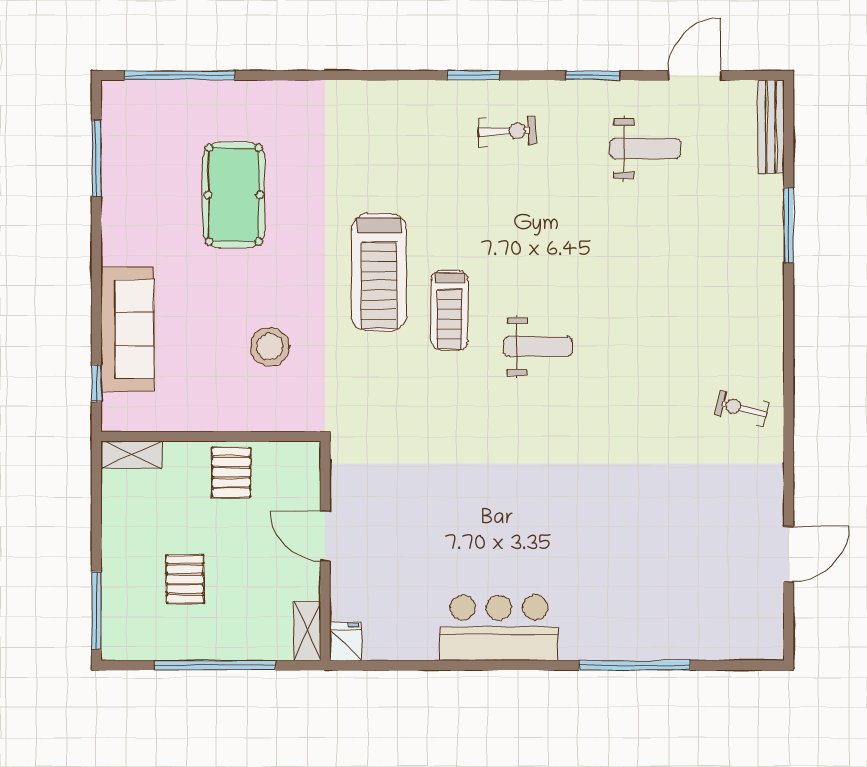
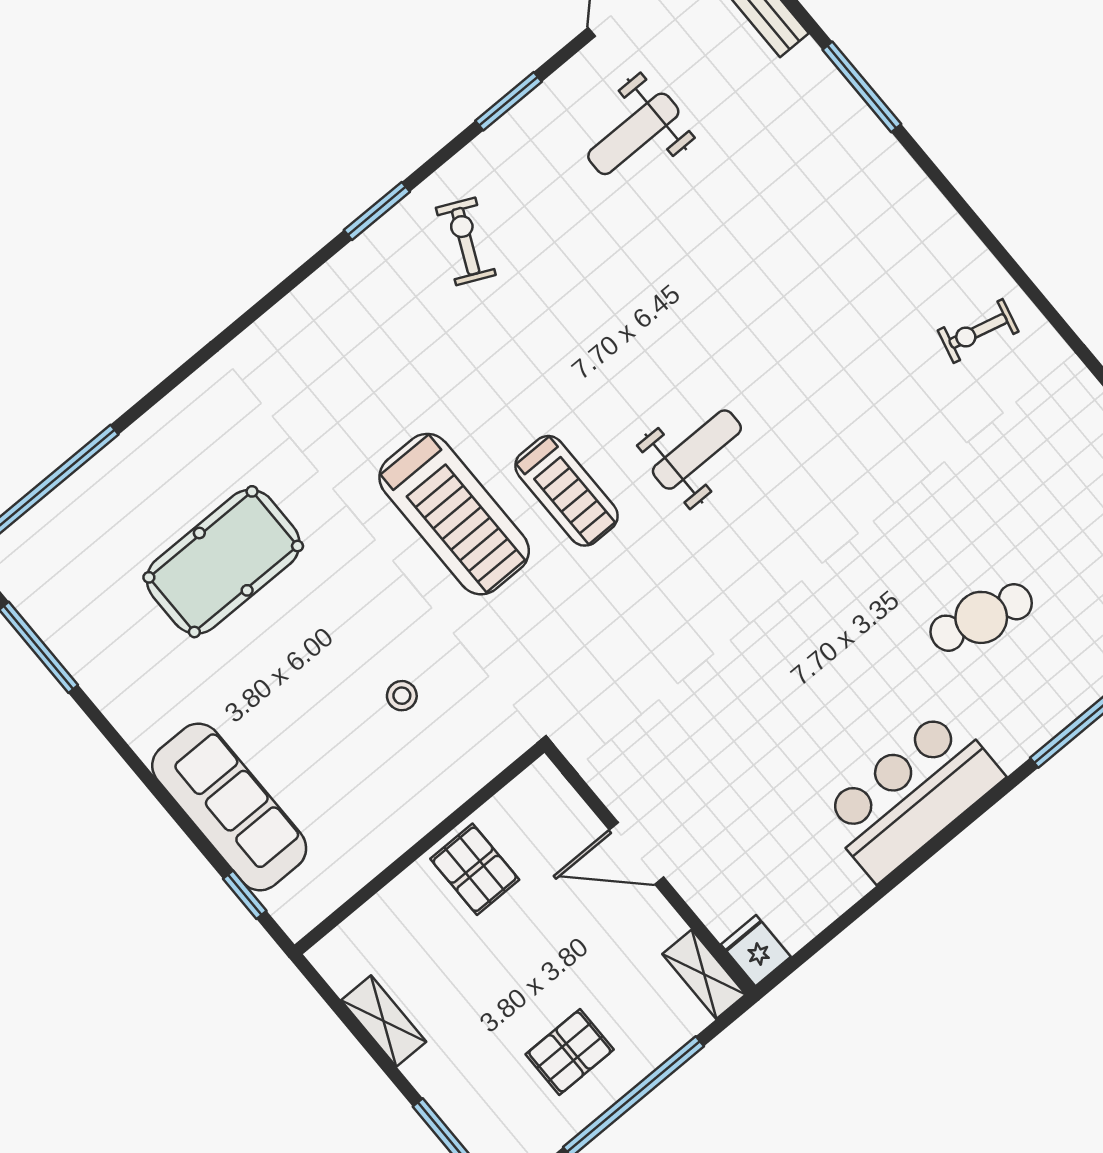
exercise bike: (507, 131) -> (466, 241), turned -62
weight bench: (645, 149) -> (633, 134), turned 180
pool table: (234, 195) -> (223, 562), turned 90
stool: (270, 347) -> (402, 696), width x0.53, depth x0.53
shelving: (131, 455) -> (384, 1021), moved, turned 90
cafe table: (616, 564) -> (981, 617), added
pallet: (185, 579) -> (570, 1052), moved, turned 90

